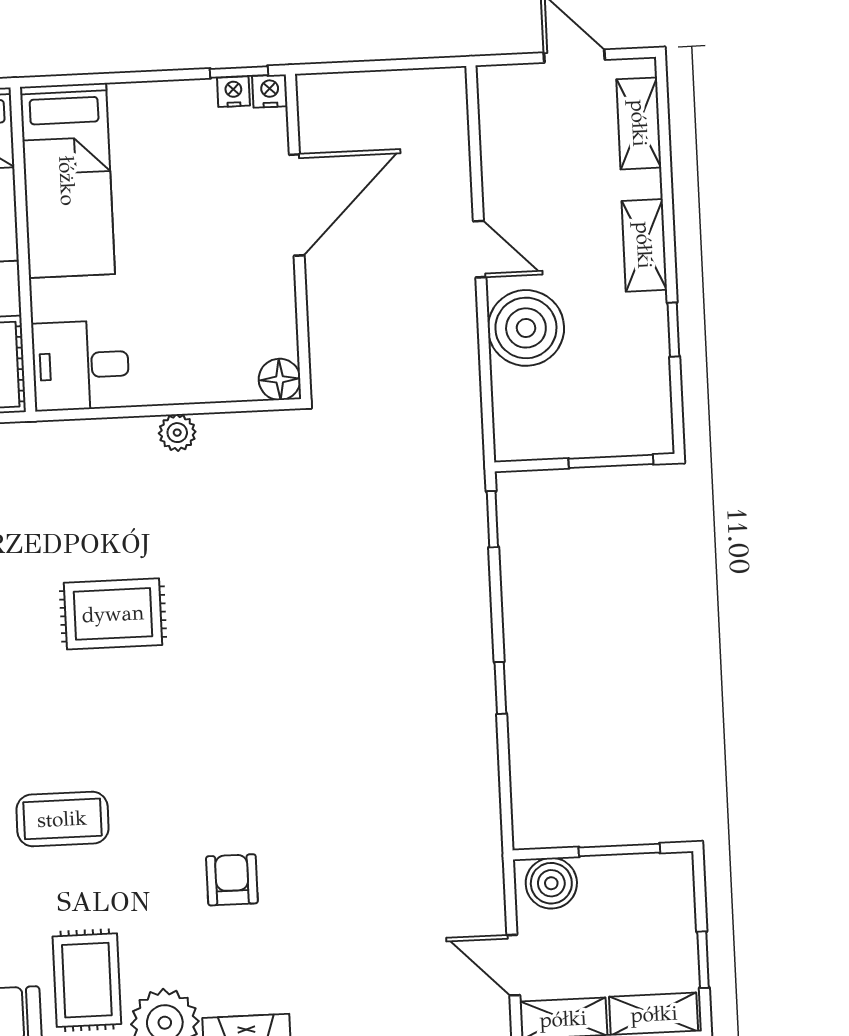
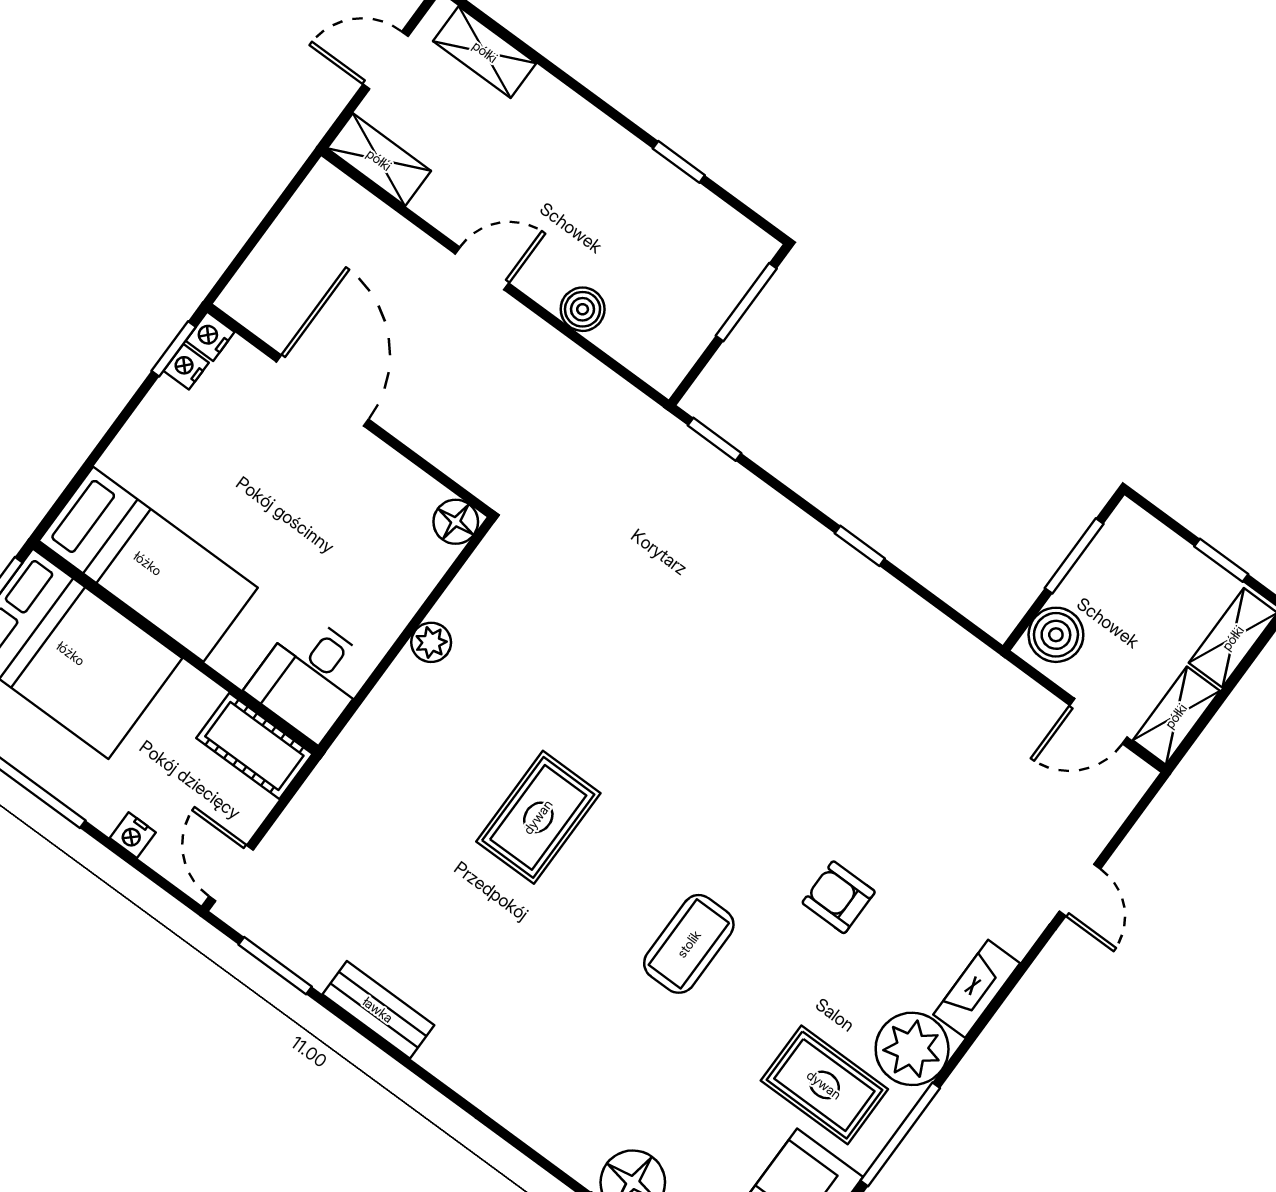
shelving: (644, 245) -> (379, 160), moved
boiler: (526, 328) -> (583, 309), width x0.54, depth x0.54
coffee table: (62, 819) -> (689, 944), moved

